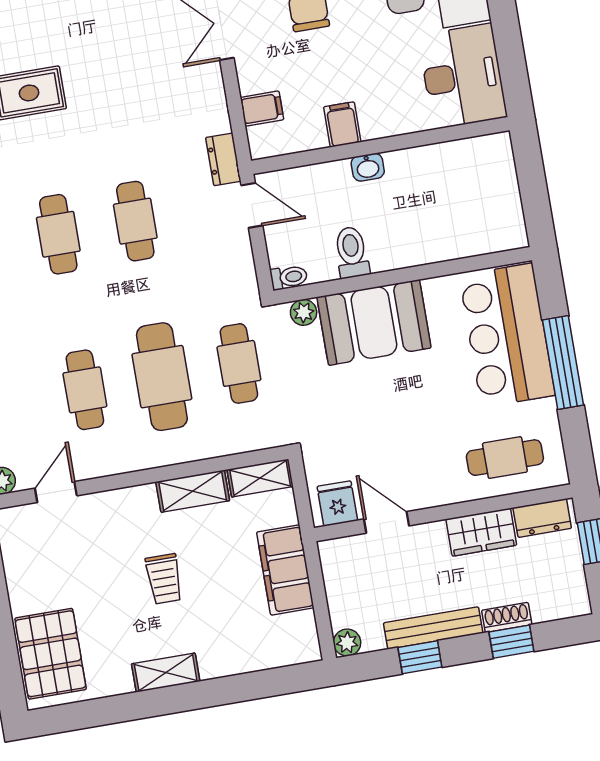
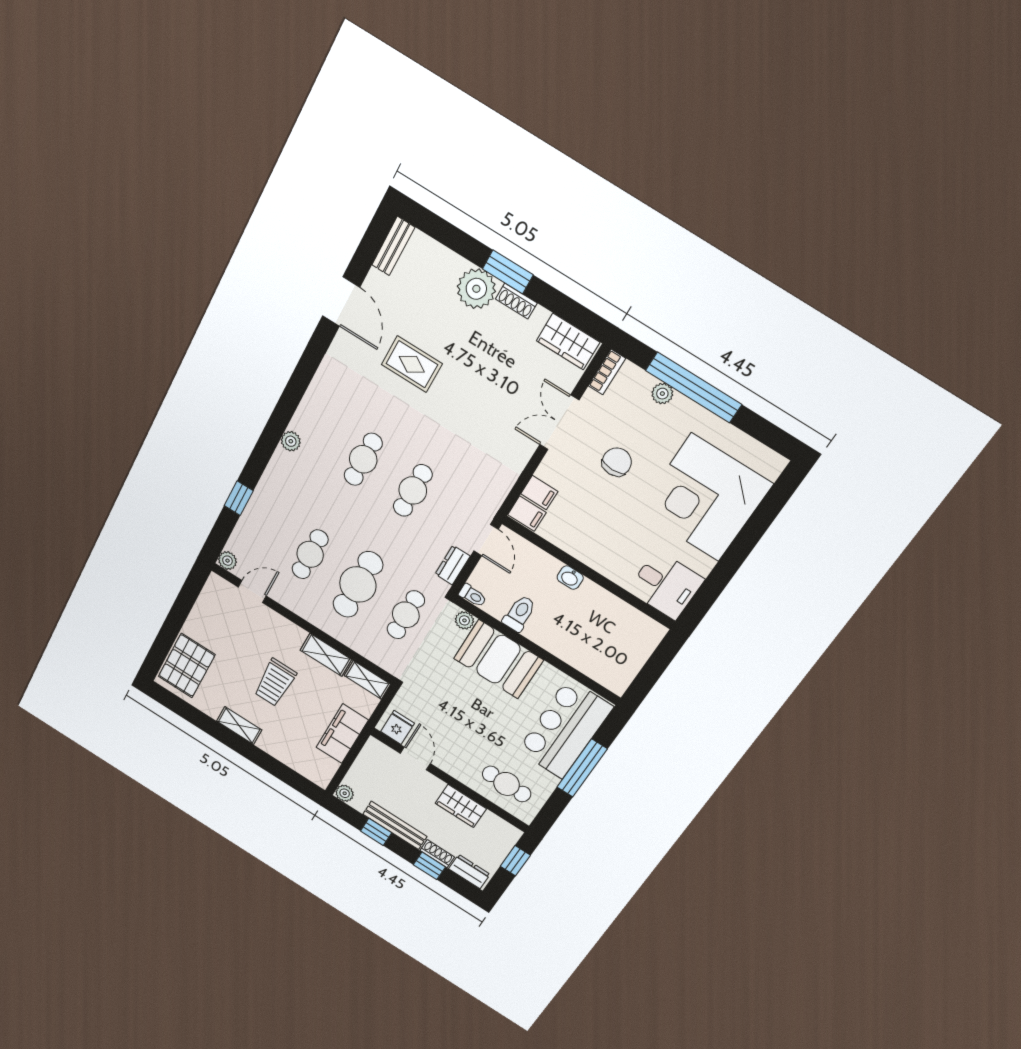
desk: (463, 76) -> (666, 585), width x0.73
filing cabinet: (342, 124) -> (527, 514), moved, turned 90
dresser: (223, 159) -> (453, 565), moved
dresser: (542, 518) -> (469, 872), moved, turned 180
trolley: (164, 579) -> (275, 683), width x1.36, depth x1.39

